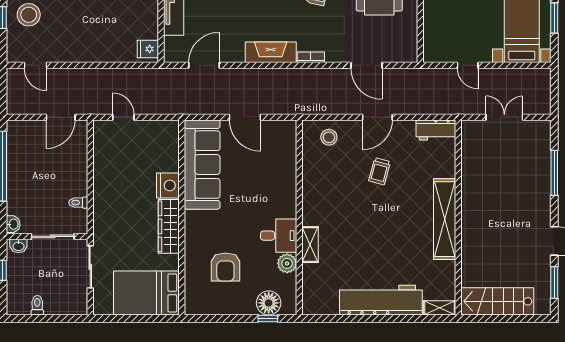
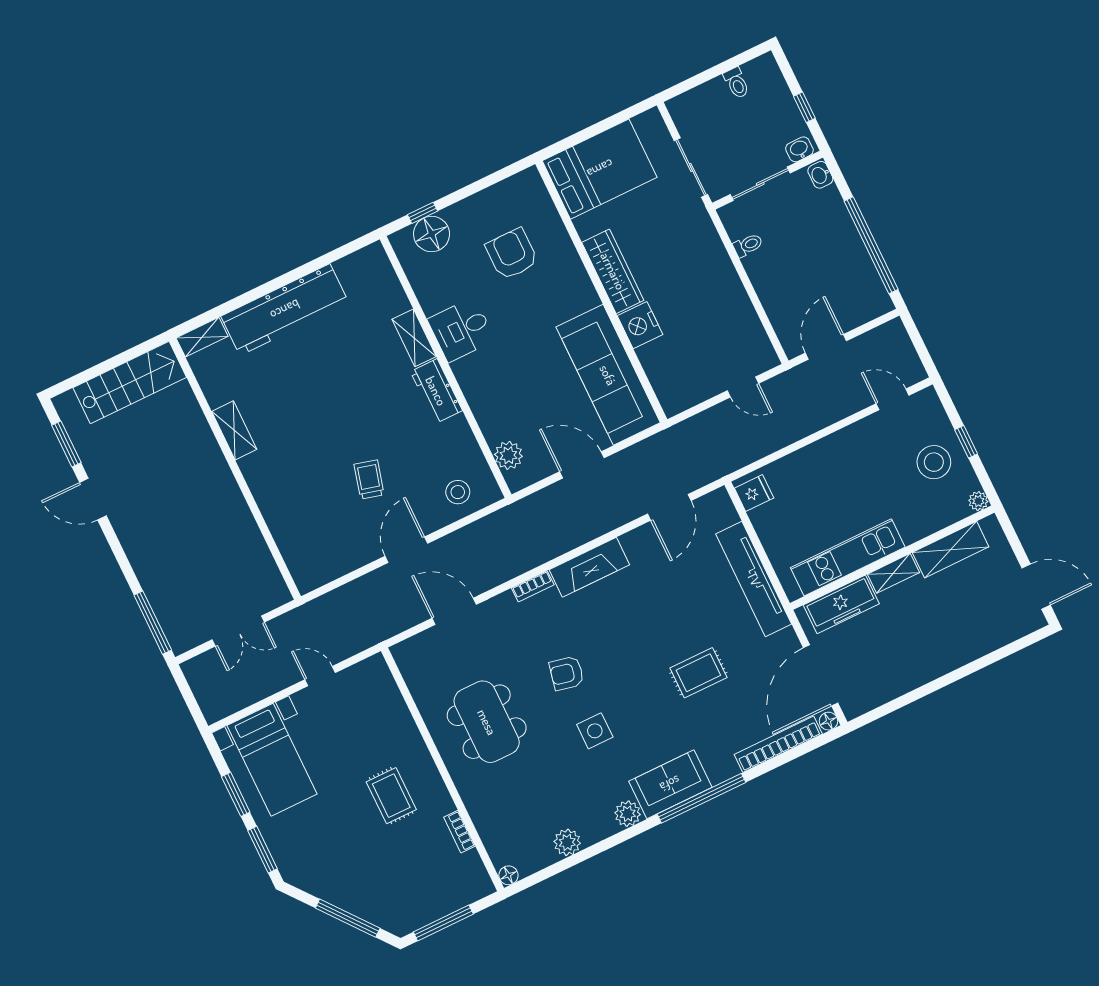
workbench: (436, 130) -> (436, 391), moved, turned -90
window: (554, 173) -> (153, 623), moved
shelving: (445, 219) -> (234, 430), width x0.45, depth x0.75
plant: (287, 263) -> (508, 455), moved

